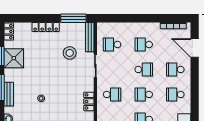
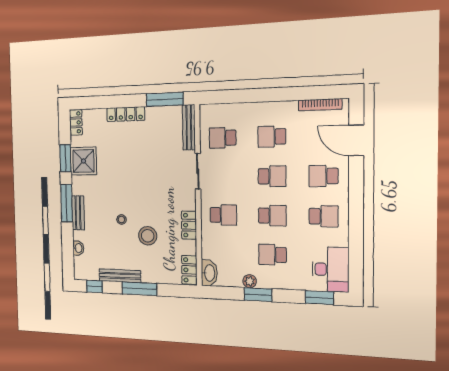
stool: (70, 53) -> (148, 236), moved
school desk: (144, 94) -> (272, 216), turned 180
school desk: (175, 94) -> (323, 216), turned 180

